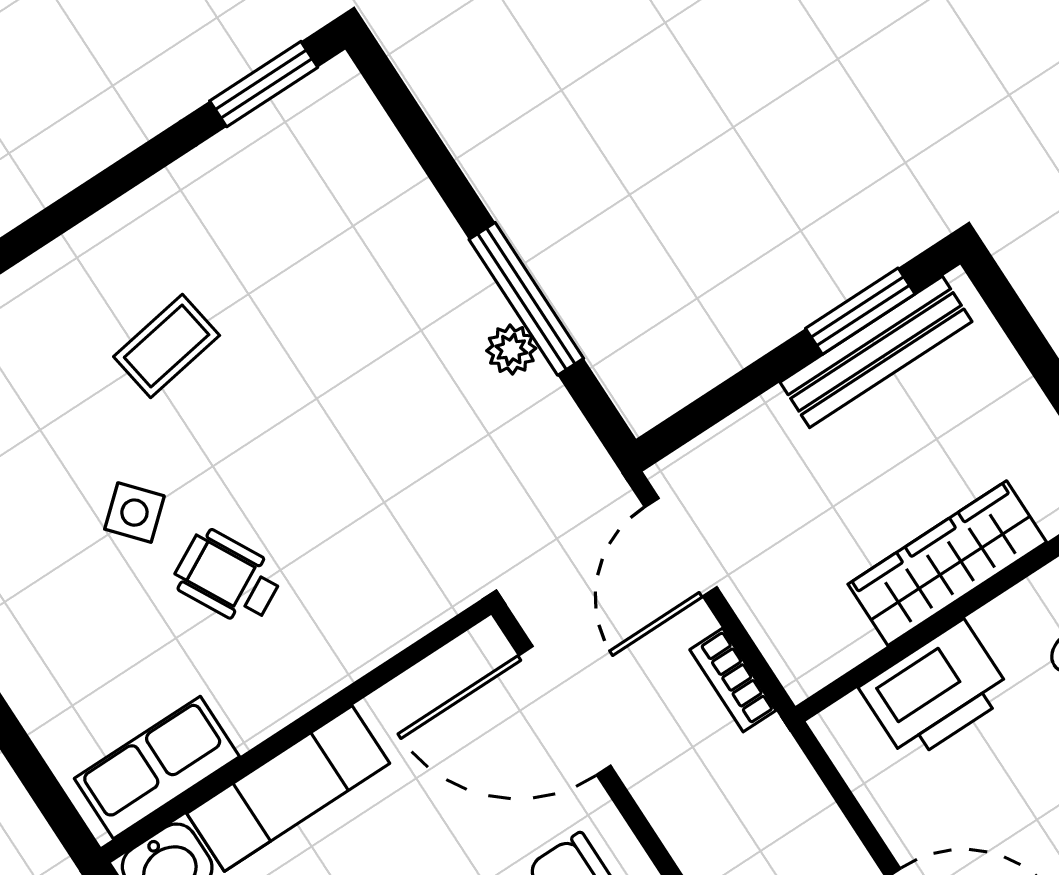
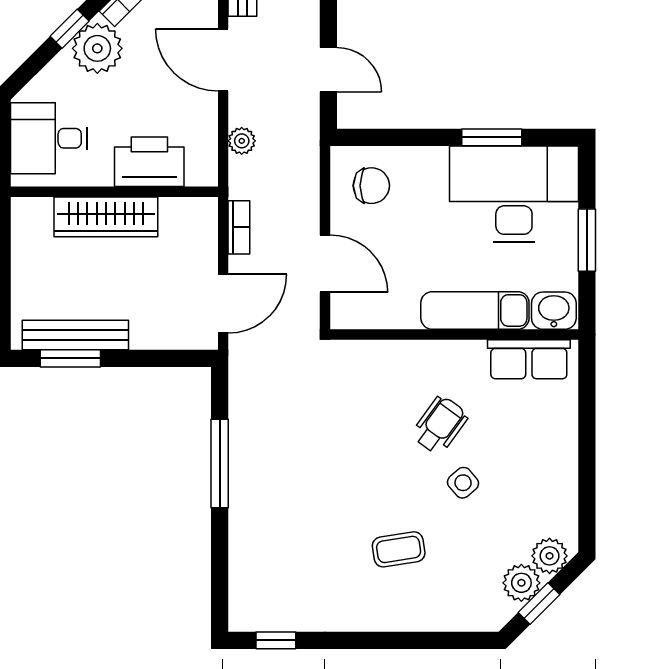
window: (264, 84) -> (276, 640), width x0.67
plant: (511, 349) -> (242, 141), moved
wheelchair: (228, 578) -> (440, 425), turned -116
door: (565, 711) -> (325, 264), width x0.73

